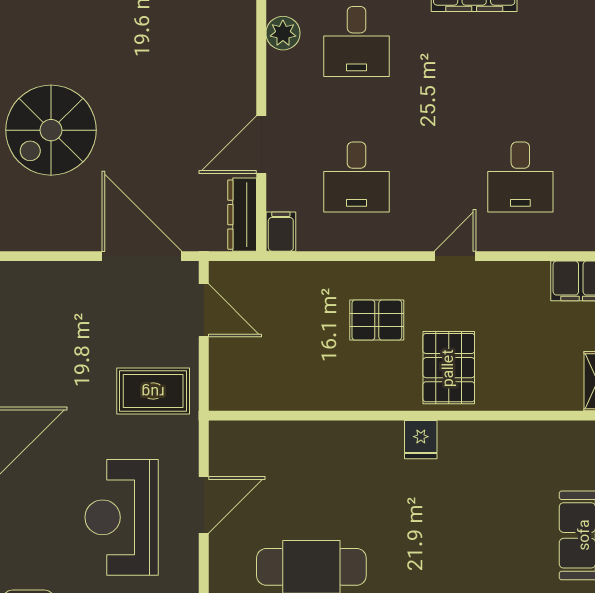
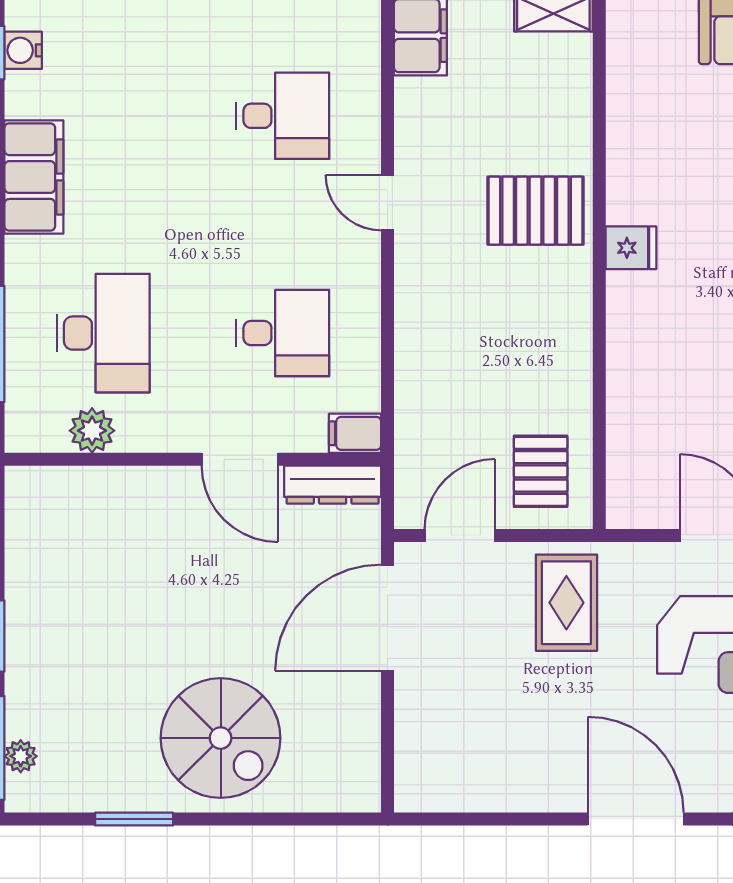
desk: (357, 41) -> (103, 333), width x1.37
pallet: (377, 320) -> (541, 471), moved

